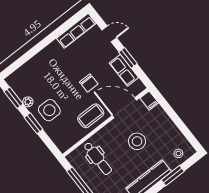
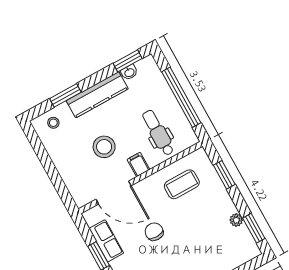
filing cabinet: (149, 100) -> (138, 164), moved
side table: (49, 110) -> (210, 205), removed
coffee table: (91, 116) -> (182, 184), moved
window: (34, 123) -> (224, 175), moved

